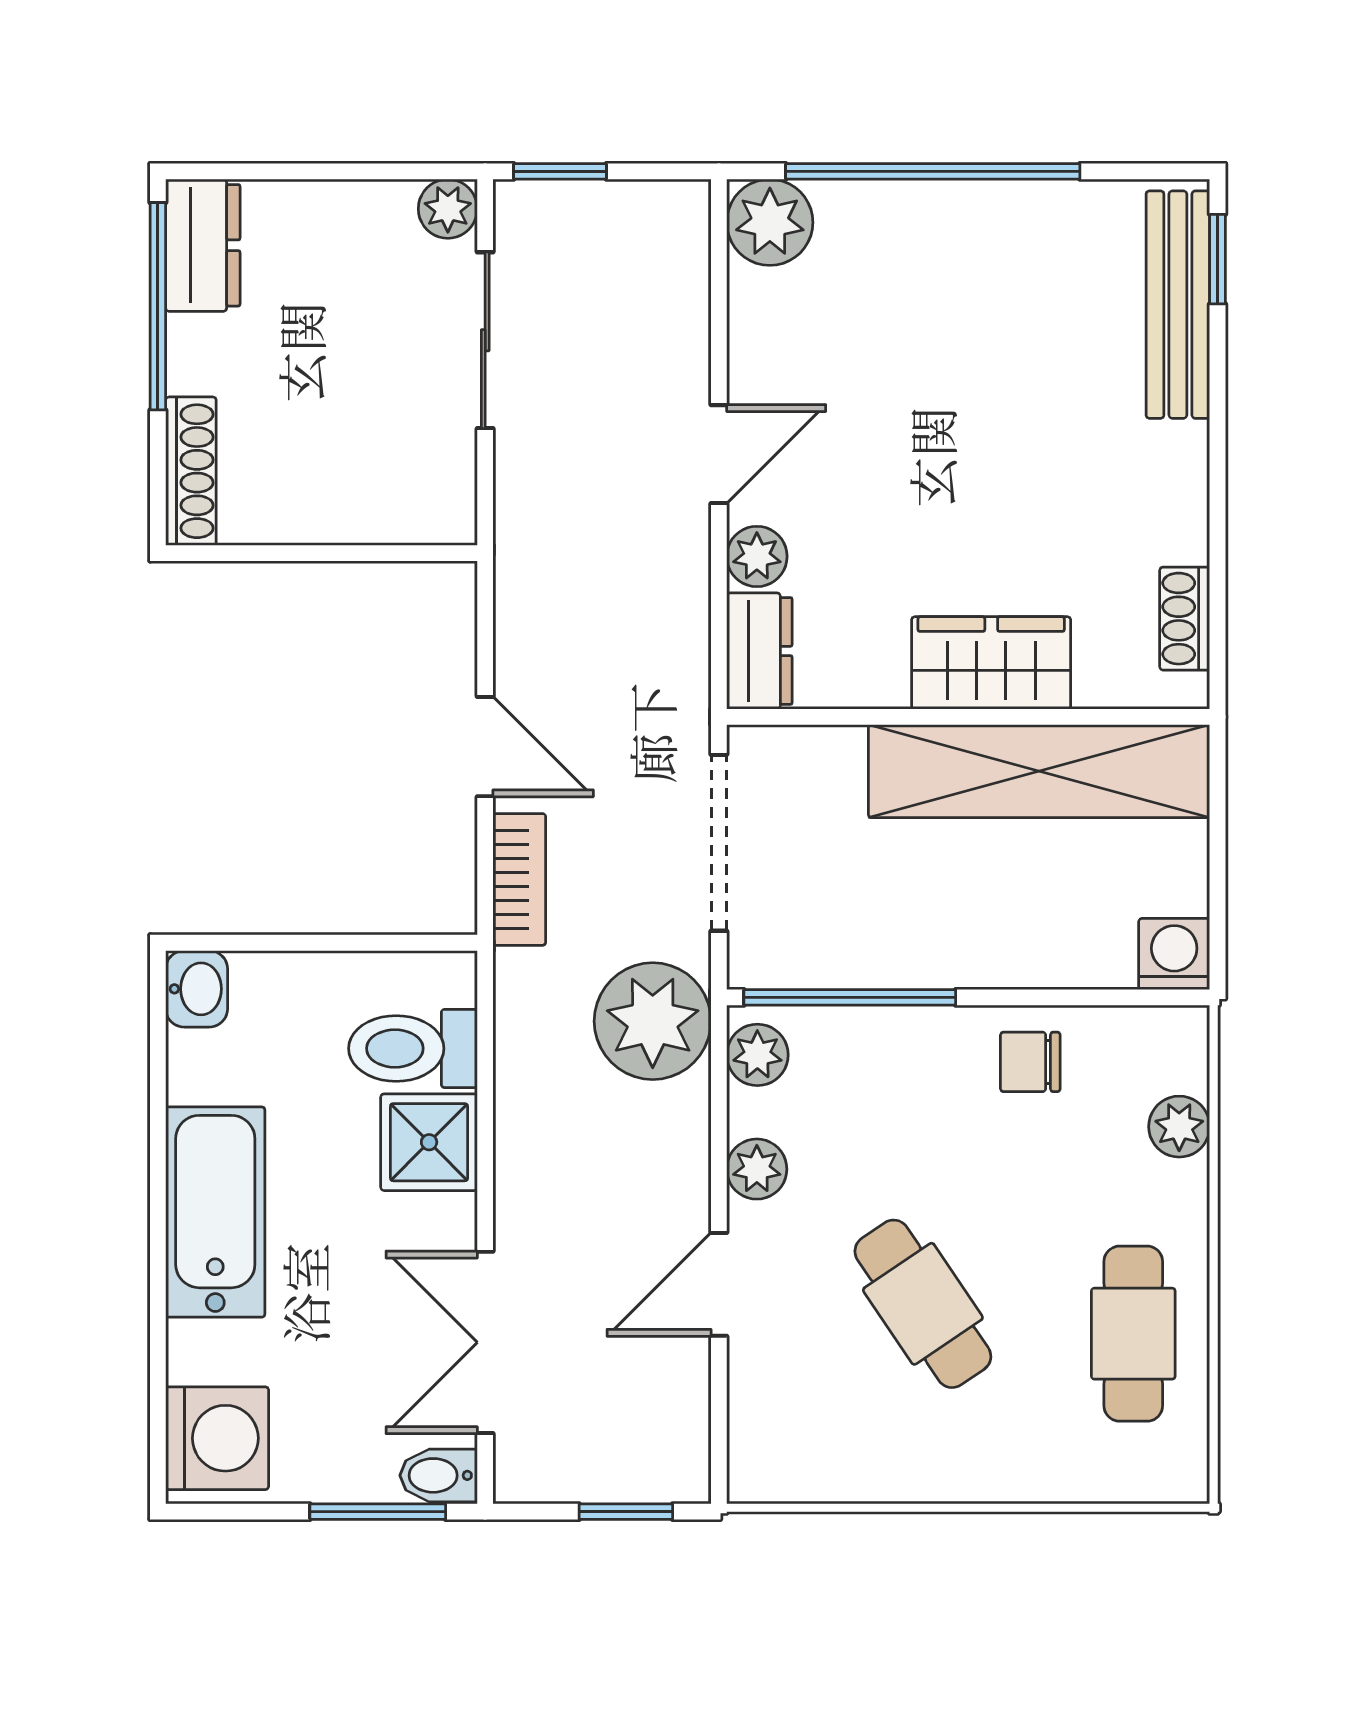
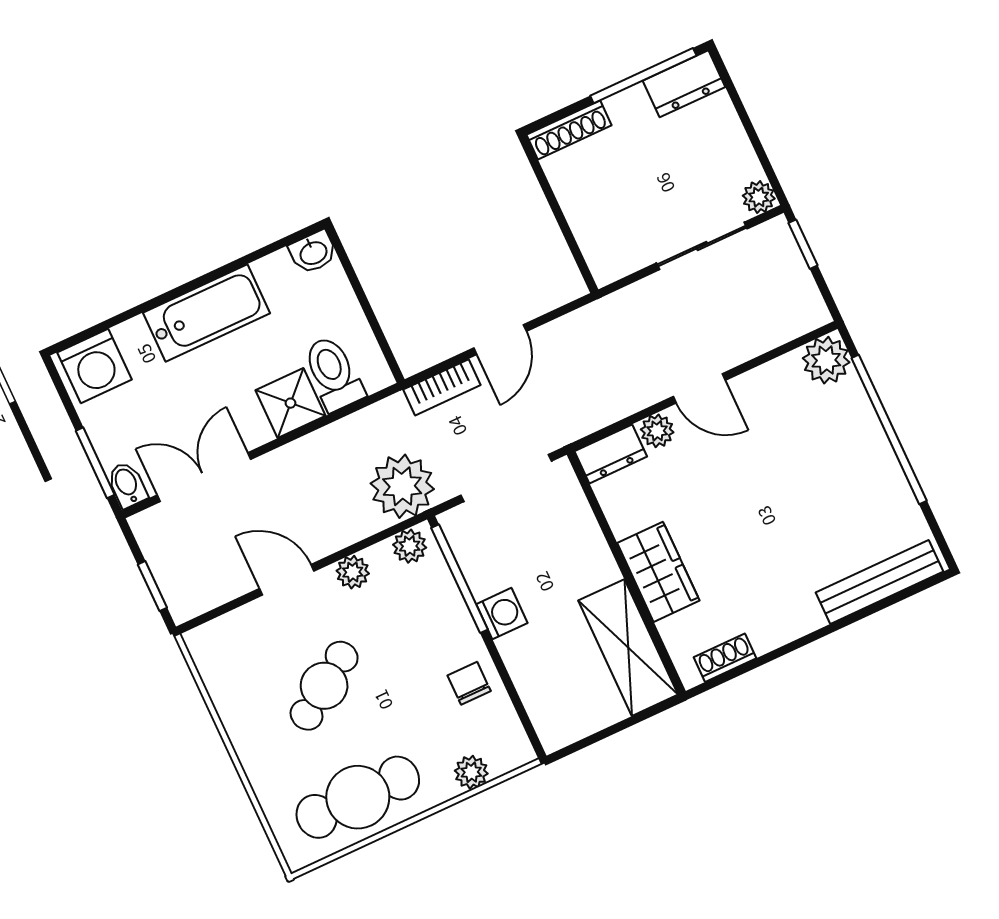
window: (1218, 259) -> (911, 591), removed
shelving: (1039, 771) -> (628, 648), width x0.68
washing machine: (1174, 954) -> (502, 614), moved
cafe table: (1133, 1334) -> (358, 797), width x1.37, depth x1.35

